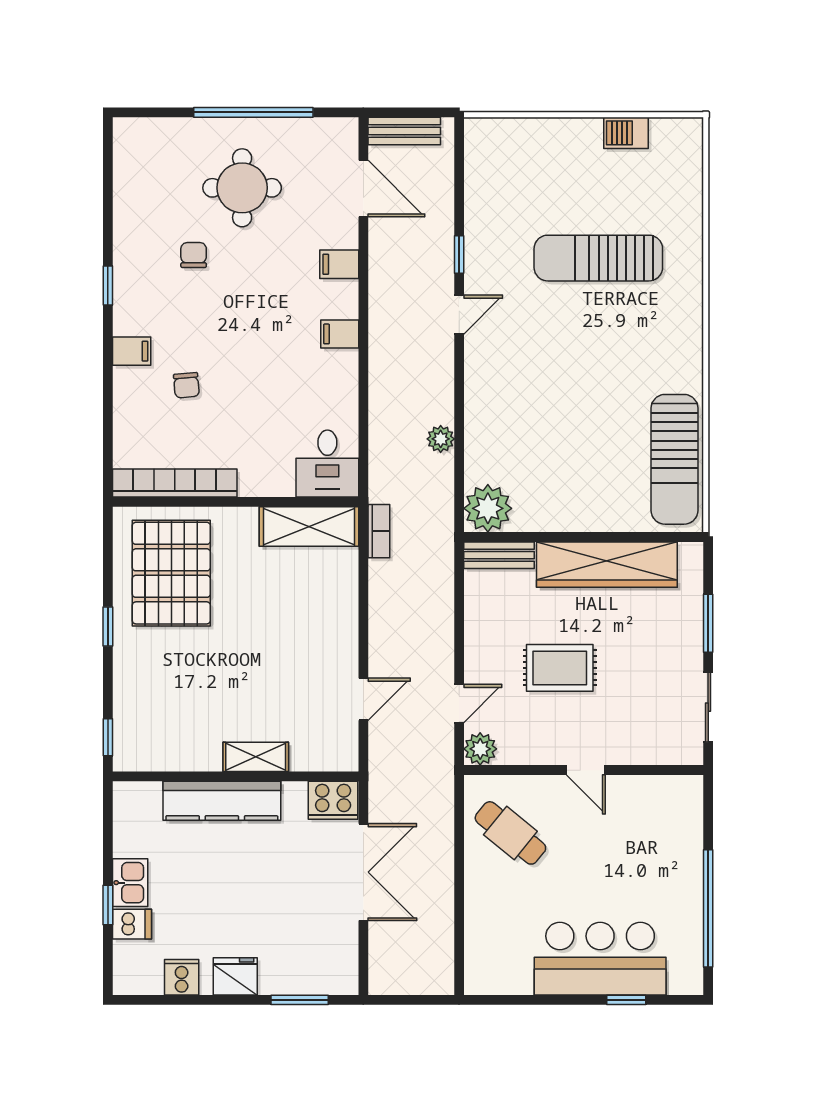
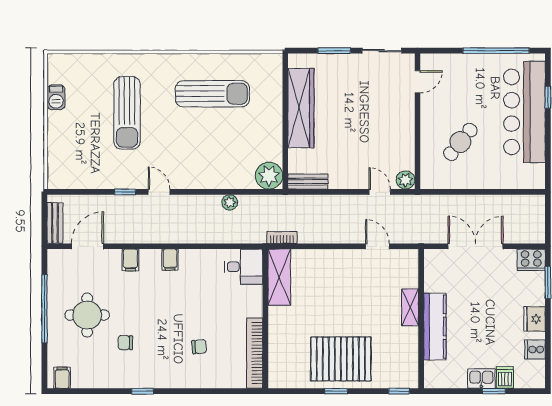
filing cabinet: (132, 351) -> (62, 378), moved
sun lounger: (674, 459) -> (212, 94), moved
bench: (499, 555) -> (308, 182), moved, turned 90
pallet: (171, 573) -> (341, 359), moved
rug: (560, 668) -> (360, 135), removed
door: (586, 770) -> (417, 82), moved
cooker: (333, 800) -> (531, 260), moved, turned 90
cafe table: (510, 833) -> (460, 142), moved
bar counter: (600, 959) -> (524, 112), width x1.36

